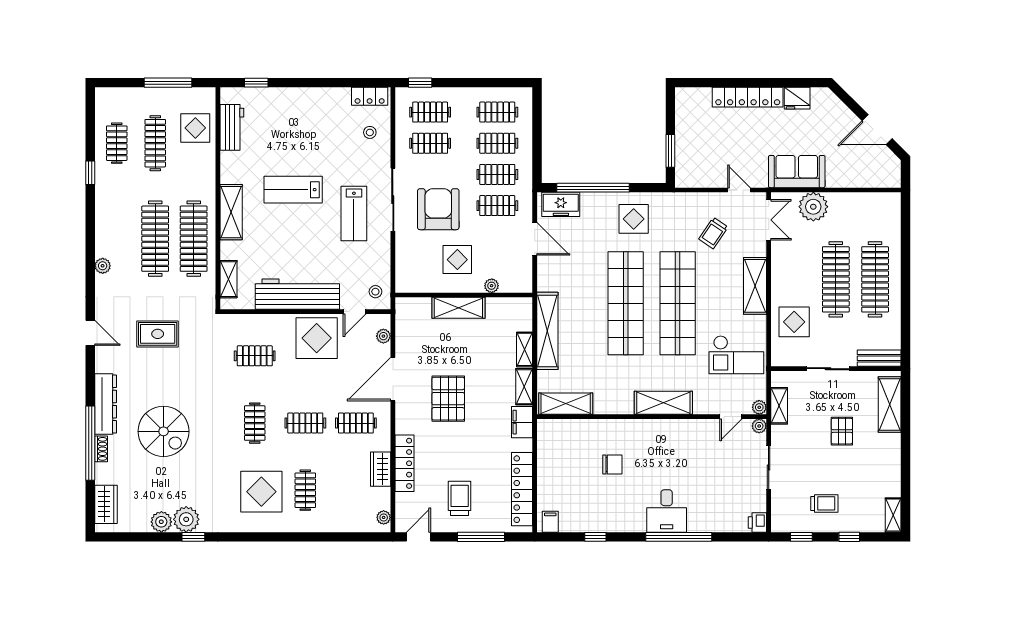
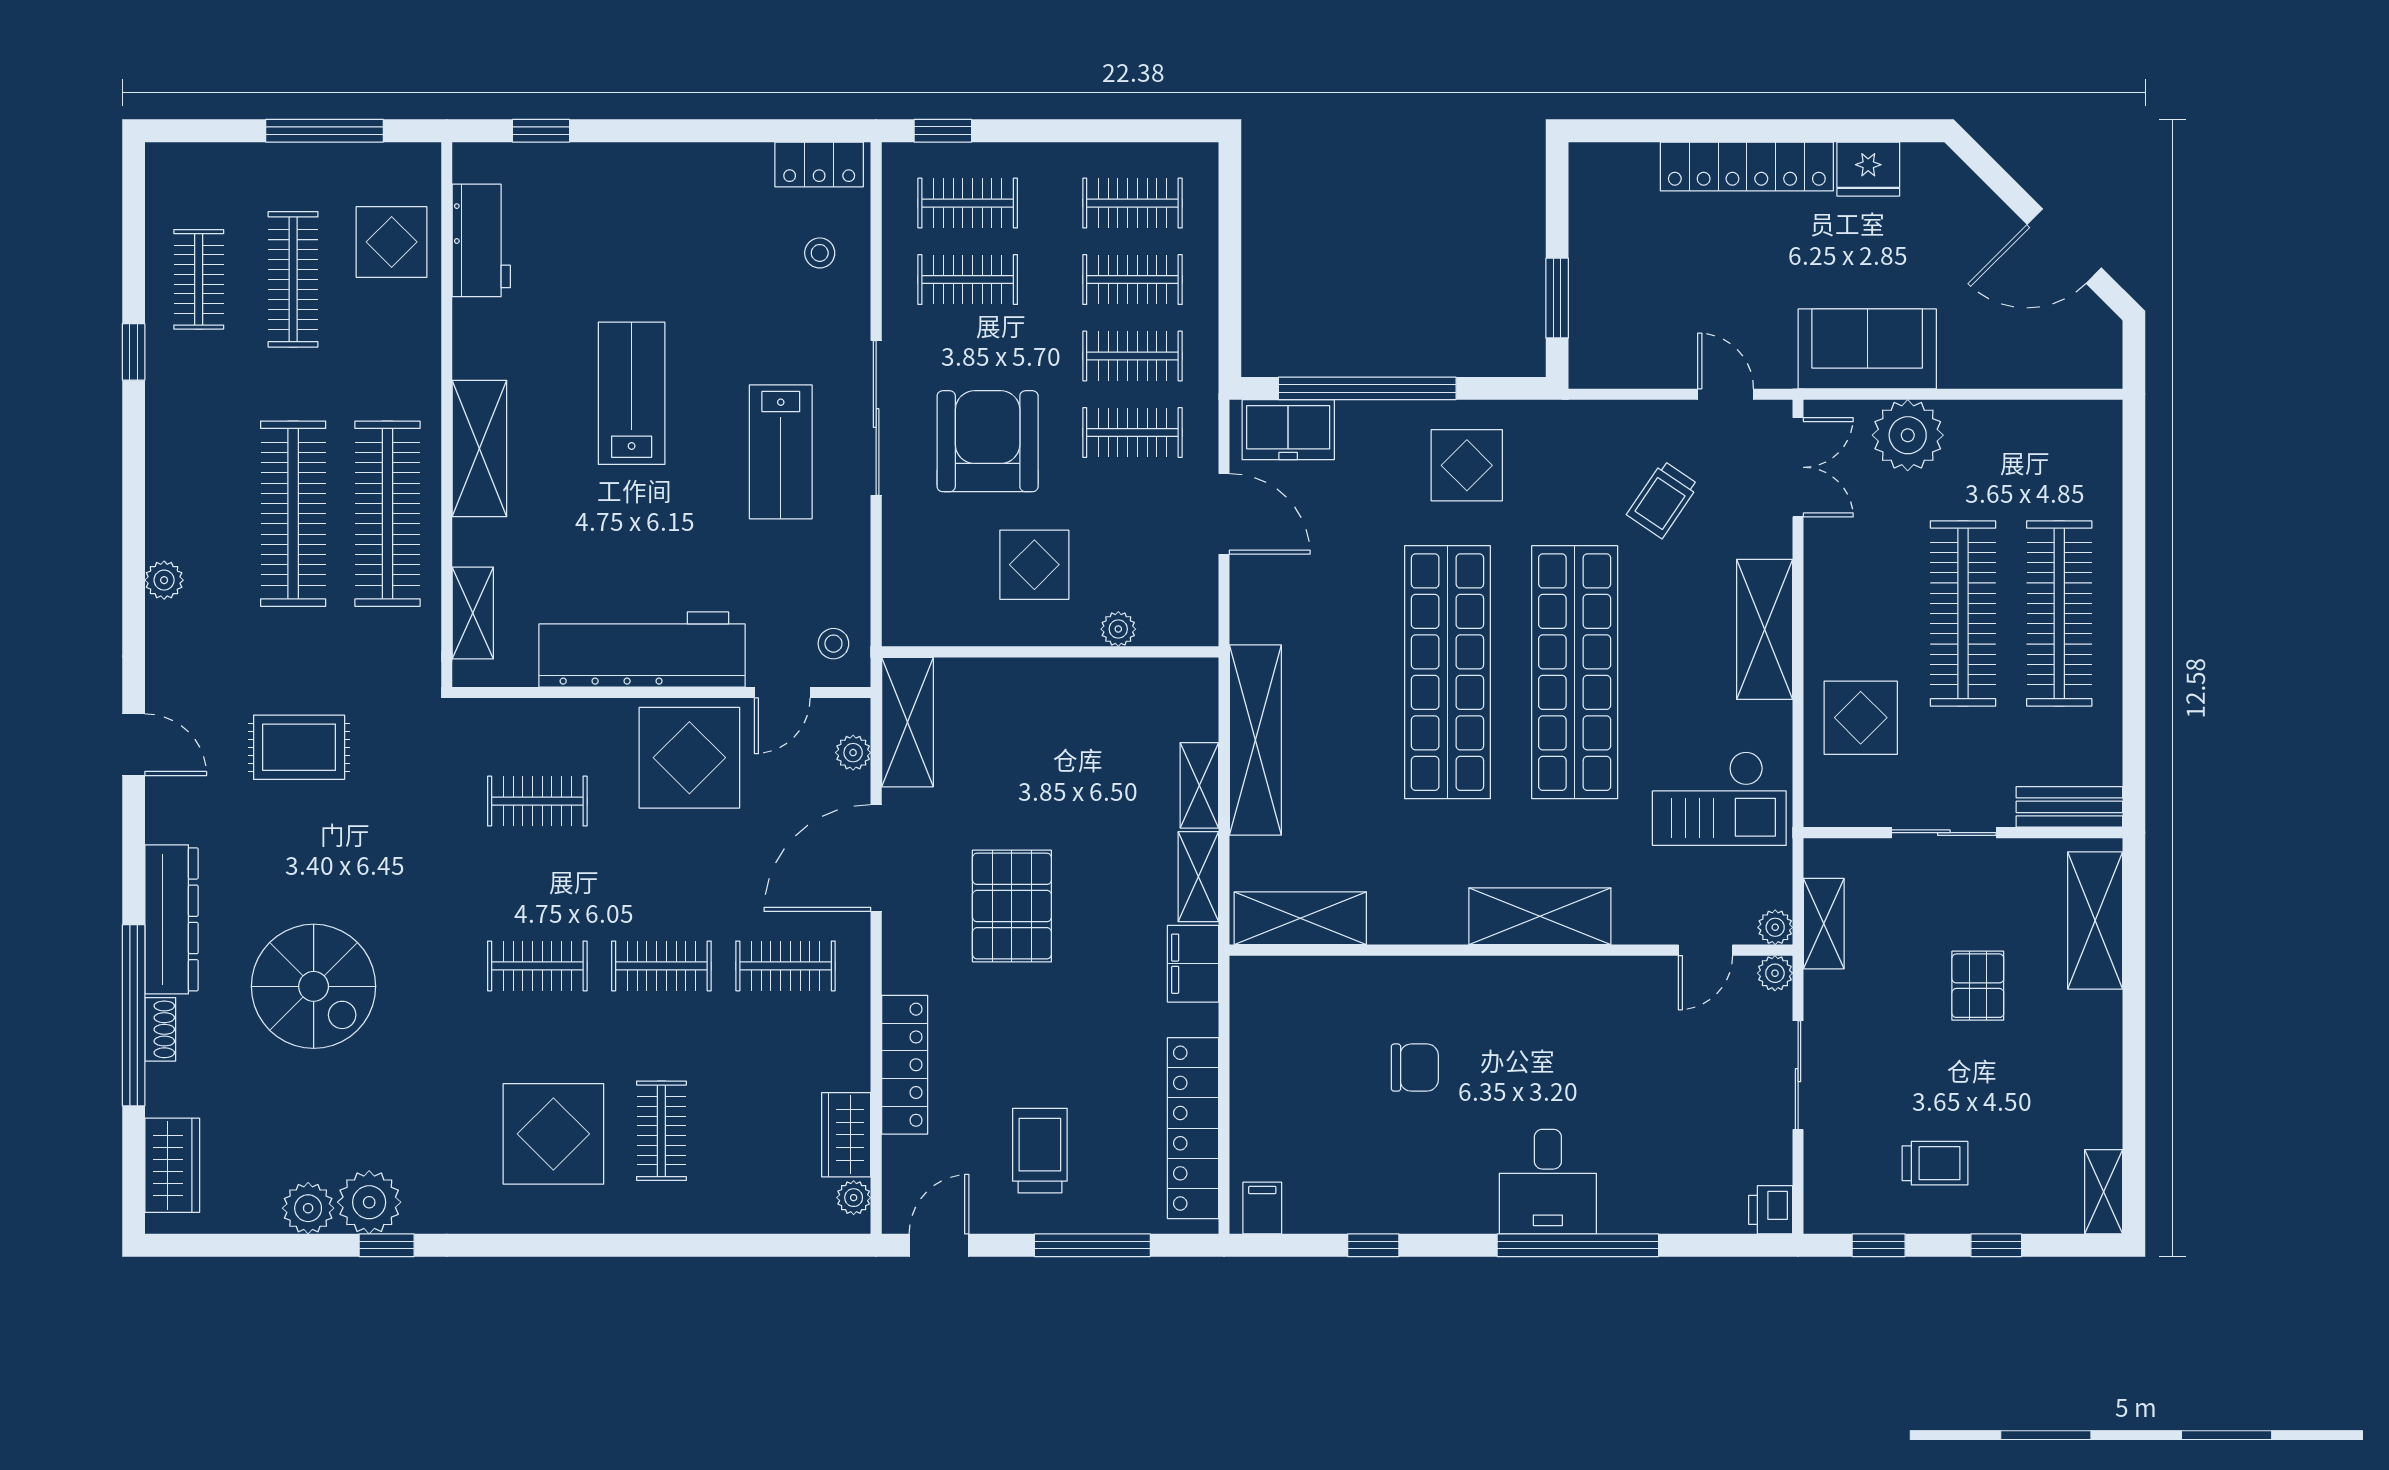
lab bench: (293, 190) -> (632, 393), turned 90
shelving: (458, 308) -> (907, 722), moved, turned 90
clothes rail: (255, 423) -> (537, 966), turned 90
wardrobe: (381, 469) -> (846, 1135), moved

